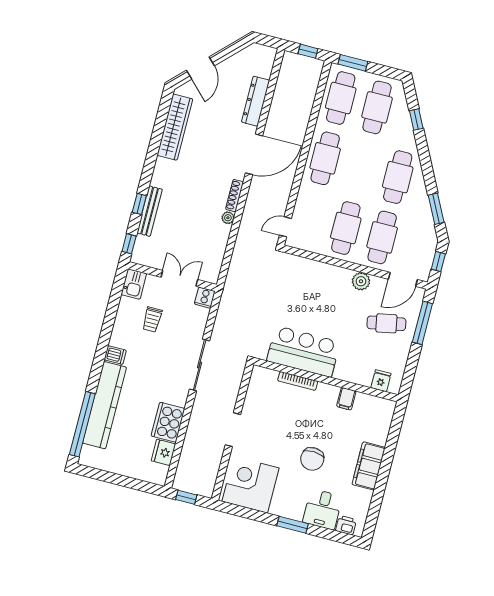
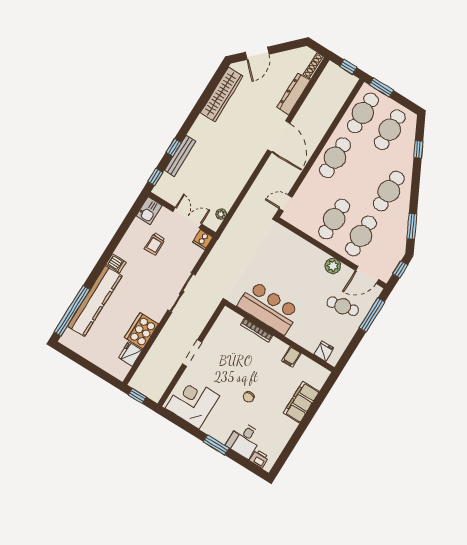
door: (254, 154) -> (279, 136), hinge flipped
shoe rack: (234, 196) -> (314, 66), moved
plant: (228, 218) -> (221, 214), moved
chair: (312, 459) -> (249, 397), width x0.54, depth x0.54
filing cabinet: (369, 466) -> (301, 402), moved

